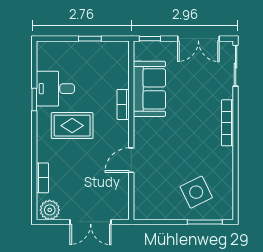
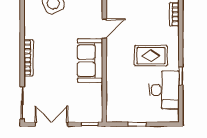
desk: (55, 89) -> (164, 90), width x1.37
sofa: (149, 89) -> (90, 61), moved
bookcase: (123, 104) -> (111, 72), removed

